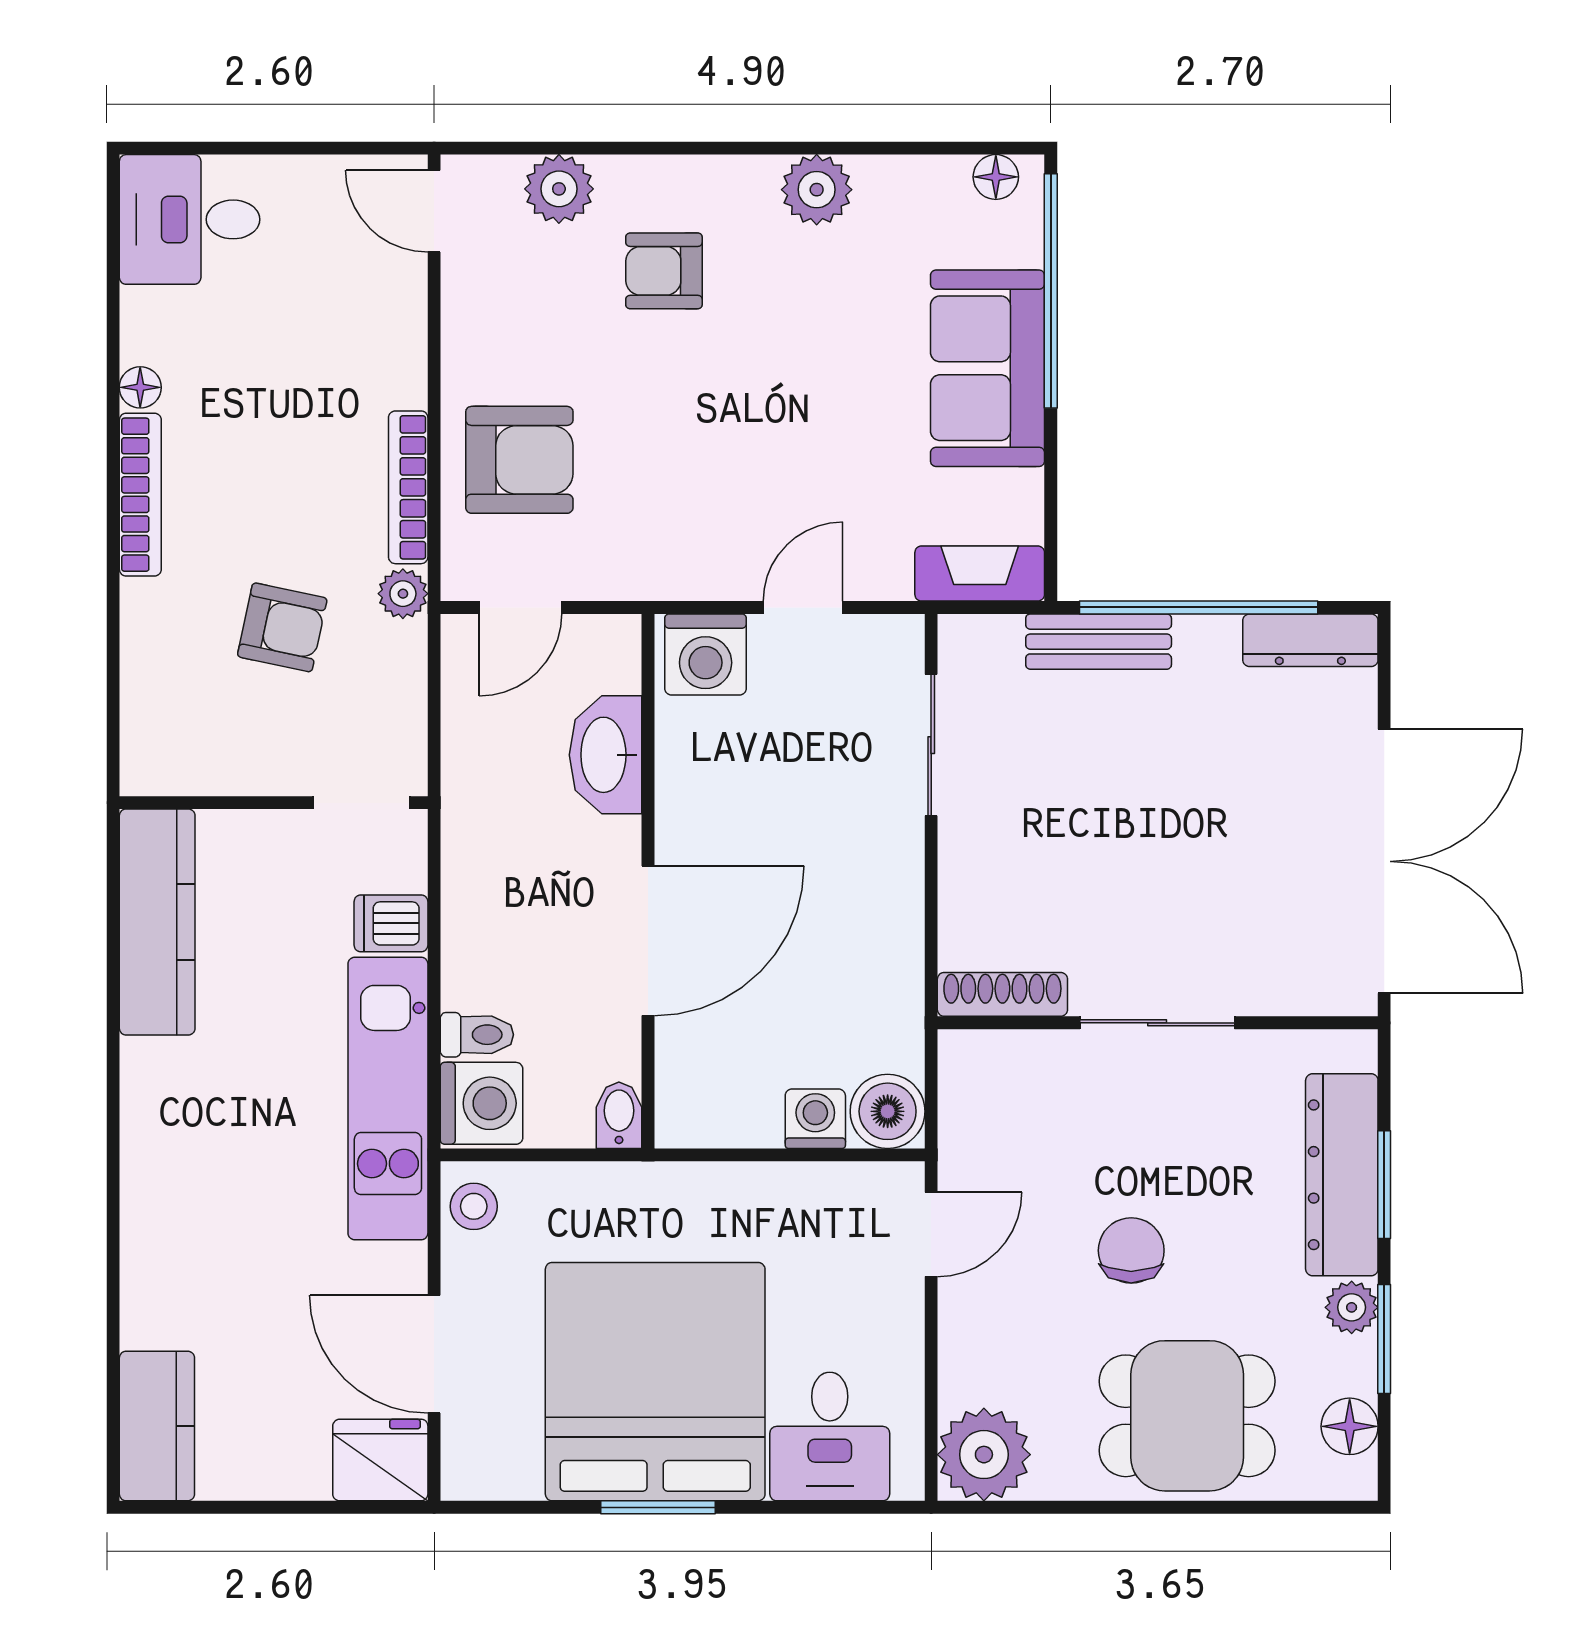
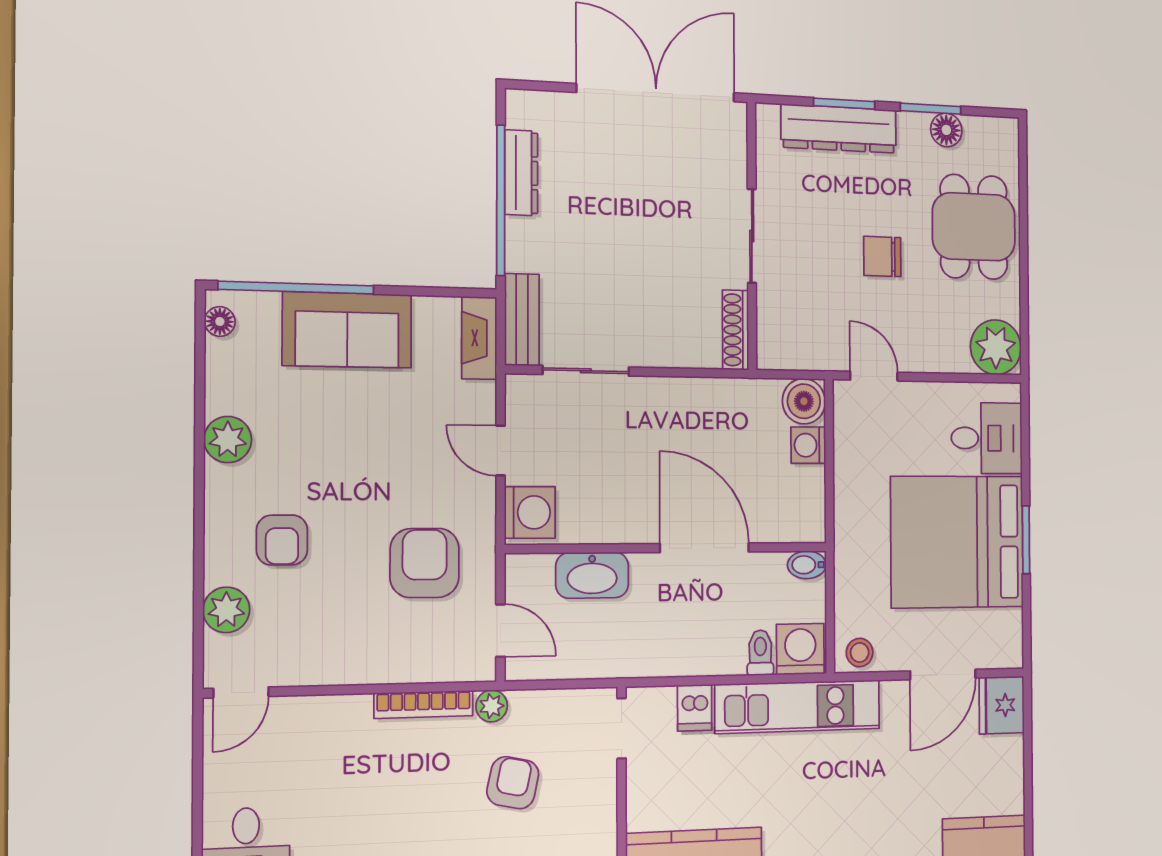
armchair: (519, 460) -> (425, 563), moved
dresser: (1310, 640) -> (521, 173), moved
bench: (1099, 642) -> (522, 320), moved
plant: (1352, 1307) -> (913, 127), removed
floor lamp: (1350, 1426) -> (946, 130), moved

